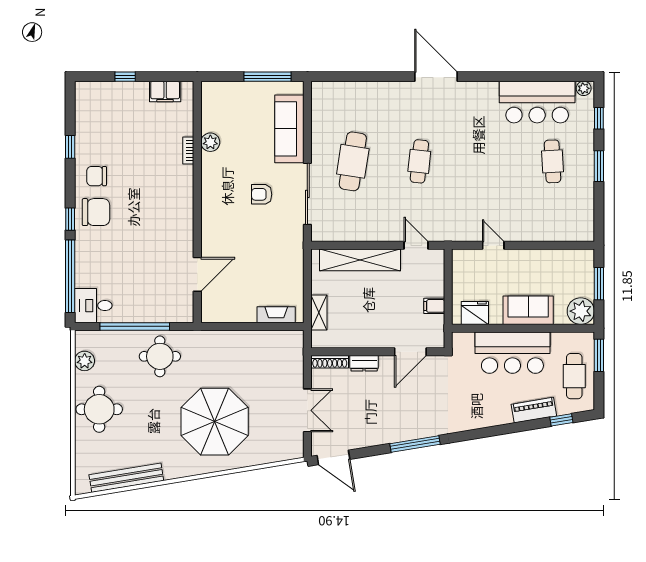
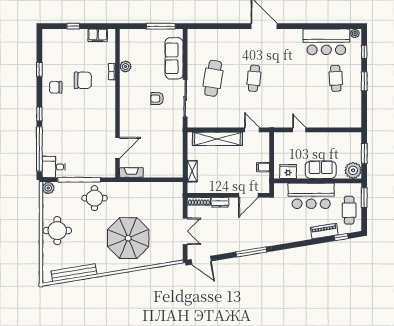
chair: (96, 212) -> (83, 80), moved
fireplace: (276, 315) -> (131, 173), moved
plant: (85, 361) -> (48, 188), moved

